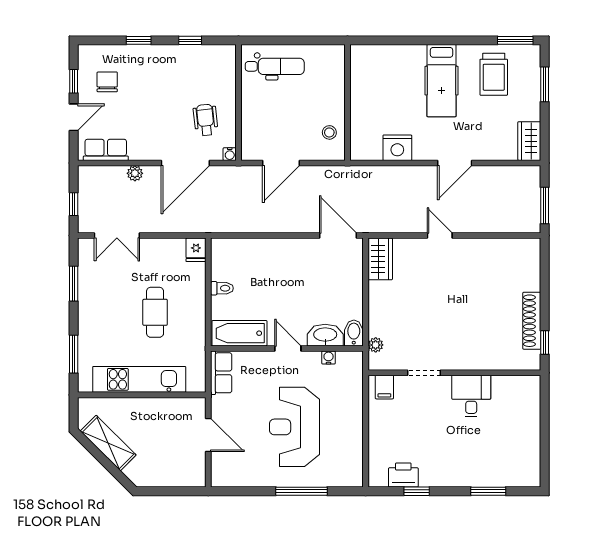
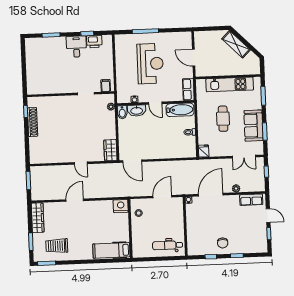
trolley: (494, 74) -> (57, 246), turned -90
hospital bed: (442, 81) -> (111, 250), moved, turned -90
chair: (107, 82) -> (223, 243), moved
door: (74, 117) -> (268, 216), swing flipped
wheelchair: (206, 120) -> (201, 217), removed
wardrobe: (529, 141) -> (38, 218), width x1.50
nightstand: (397, 148) -> (121, 206), moved
double door: (117, 236) -> (244, 157), swing flipped
sofa: (95, 296) -> (254, 126), added
desk: (471, 396) -> (76, 47), moved, turned 180
shelving: (108, 443) -> (236, 44), moved

